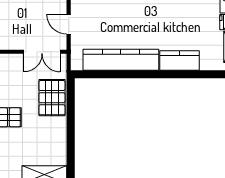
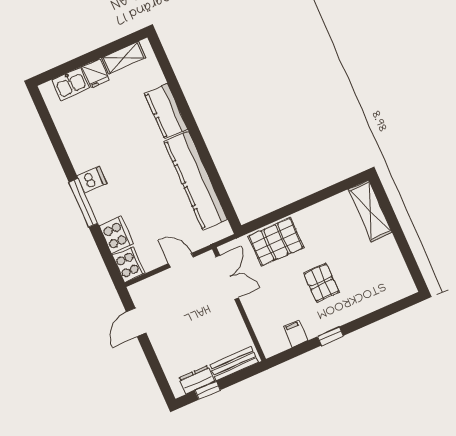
door: (69, 24) -> (181, 260), swing flipped

